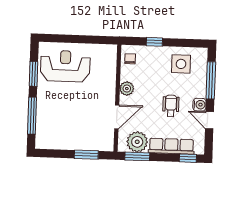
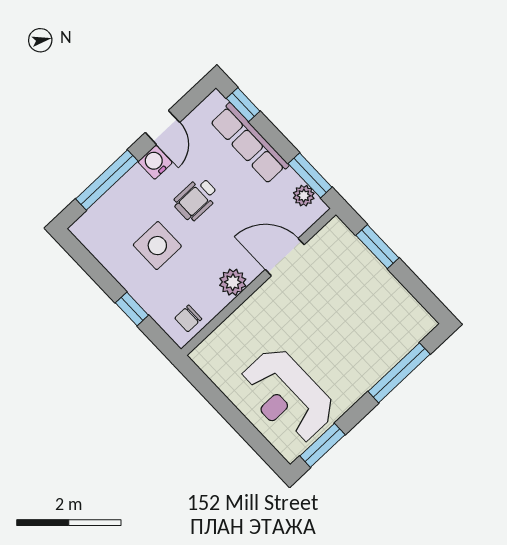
side table: (181, 64) -> (157, 246), moved
window: (34, 74) -> (322, 445), moved
plant: (137, 142) -> (304, 196), width x0.53, depth x0.53

